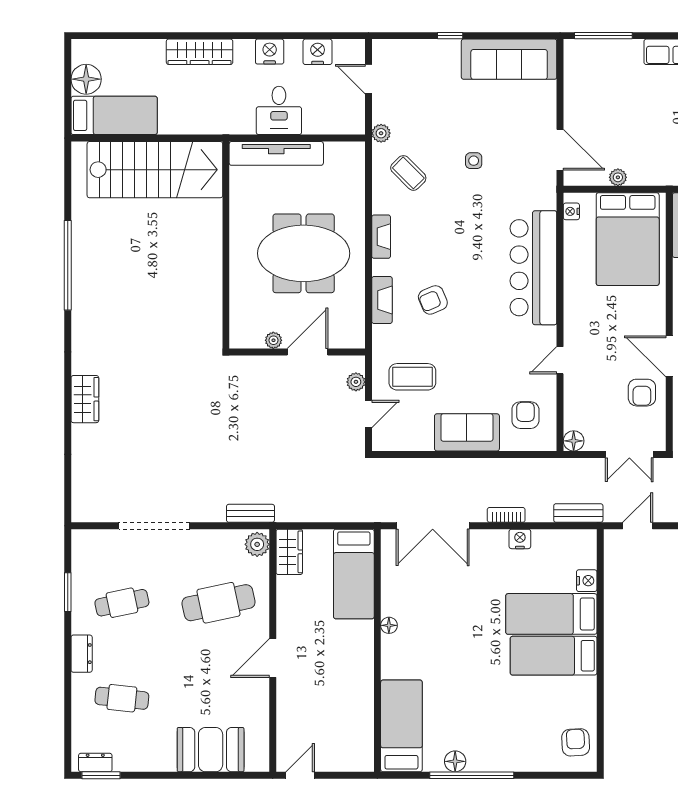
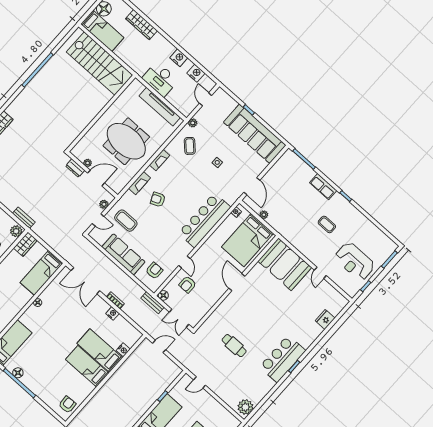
wardrobe: (200, 52) -> (141, 25), moved
sofa: (509, 59) -> (255, 134), width x1.36, depth x1.27
desk: (279, 110) -> (160, 79), width x1.37
tv unit: (276, 153) -> (160, 107), moved
door: (669, 356) -> (237, 282), moved
door: (560, 360) -> (184, 262), swing flipped
dresser: (261, 365) -> (75, 168), added
armchair: (642, 393) -> (187, 284), moved
sofa: (467, 432) -> (123, 254), width x1.36
bench: (578, 513) -> (152, 303), moved

